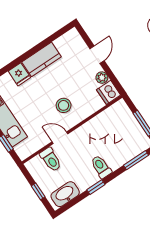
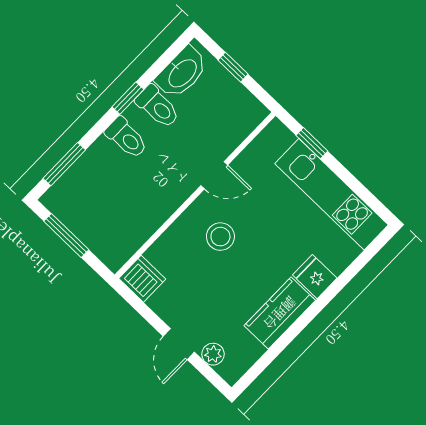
plant: (102, 78) -> (213, 354), moved
toilet: (51, 159) -> (158, 107), moved, turned 180

